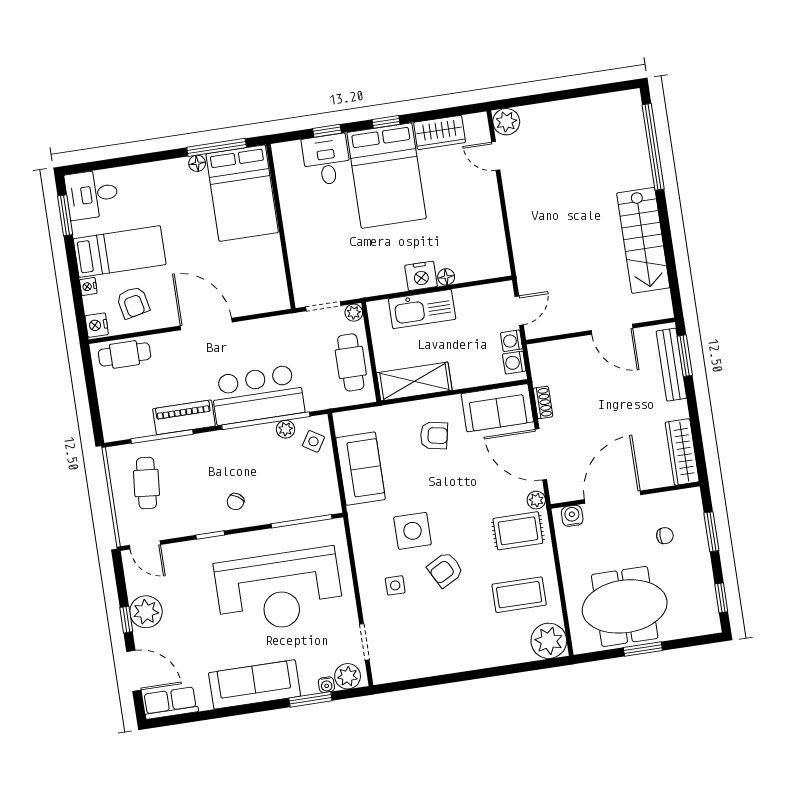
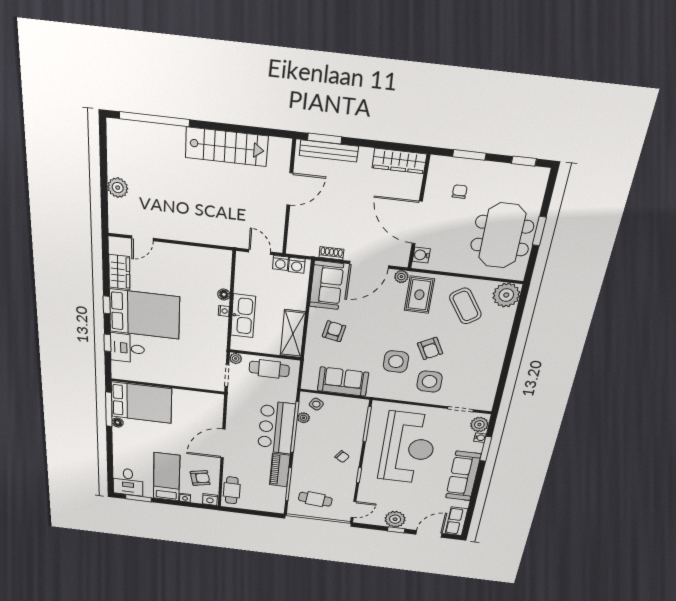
plant: (506, 122) -> (118, 188), moved
nightstand: (421, 276) -> (224, 311), width x0.53, depth x0.56
side table: (395, 585) -> (429, 382), width x1.87, depth x1.87
coffee table: (519, 595) -> (465, 306), turned -34

